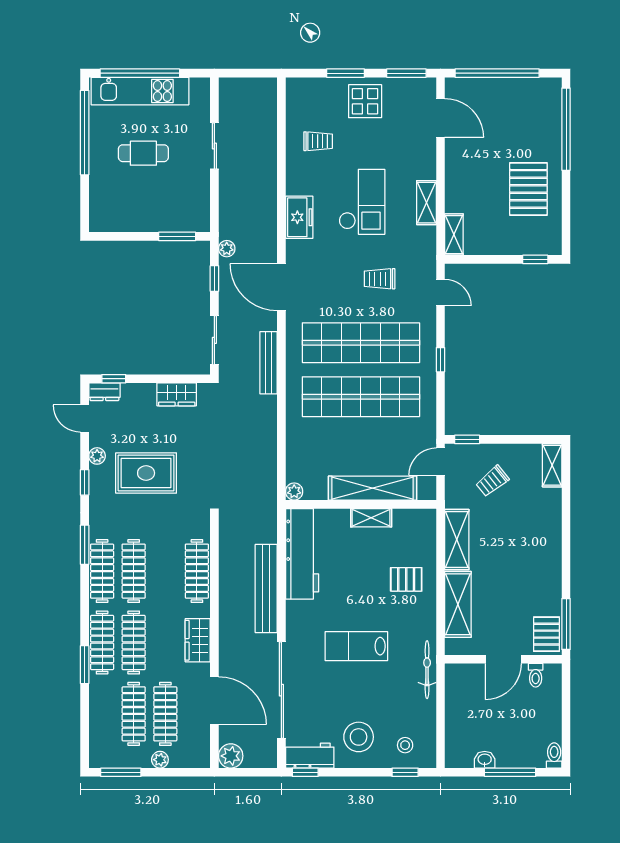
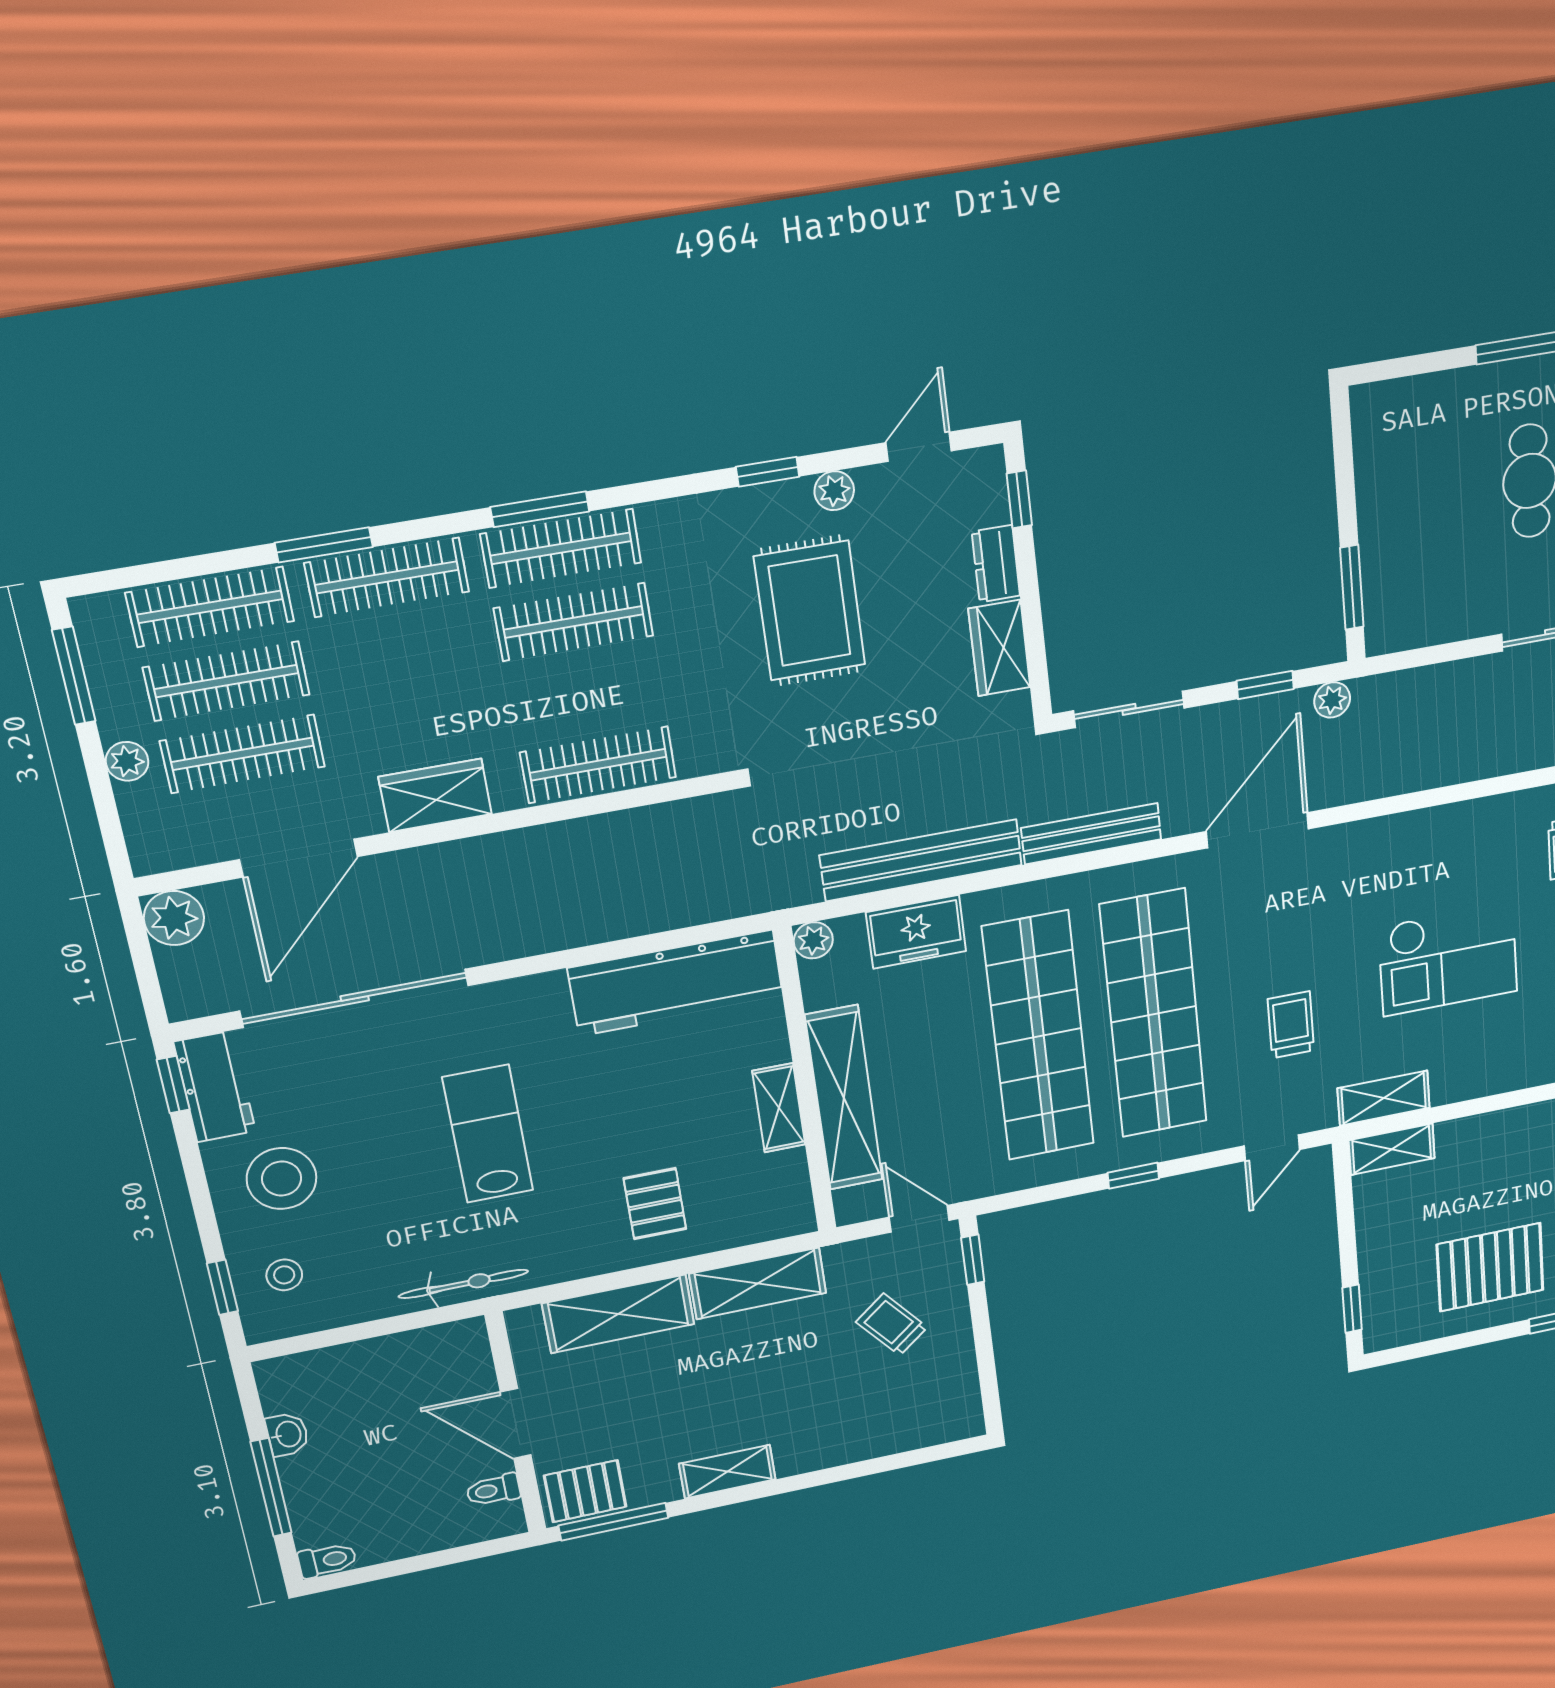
shelving: (426, 203) -> (1384, 1098), moved
freezer: (299, 217) -> (916, 932), moved
dresser: (104, 392) -> (996, 564), moved
shelving: (552, 465) -> (727, 1472), moved
window: (85, 545) -> (540, 509), moved
bench: (266, 589) -> (921, 860), moved
clothes rail: (134, 642) -> (210, 607), moved

